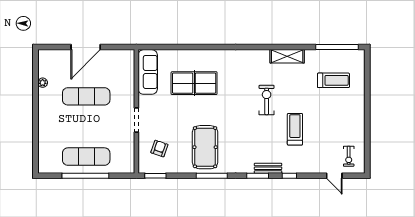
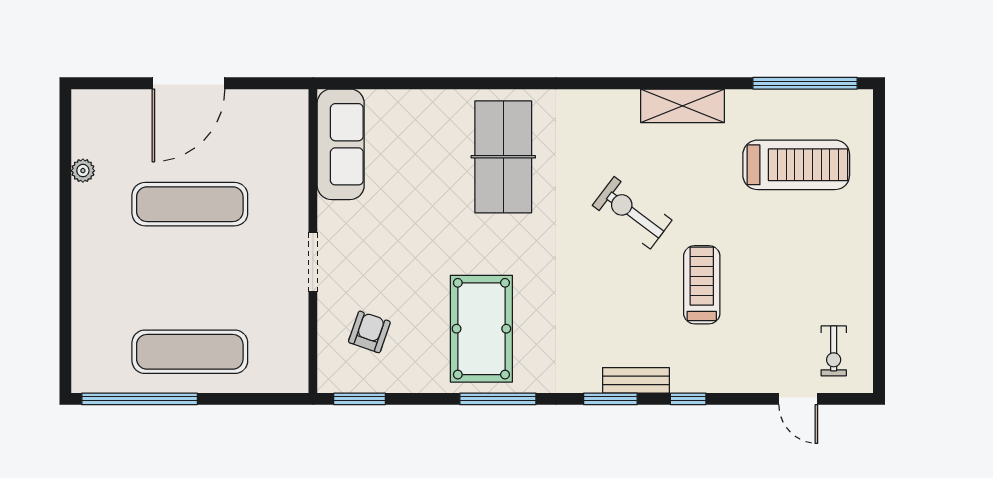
treadmill: (333, 80) -> (796, 165), width x1.37, depth x1.38
table tennis table: (194, 83) -> (503, 157), moved, turned 90
exercise bike: (267, 100) -> (632, 213), turned -53
window: (85, 176) -> (140, 399), moved

